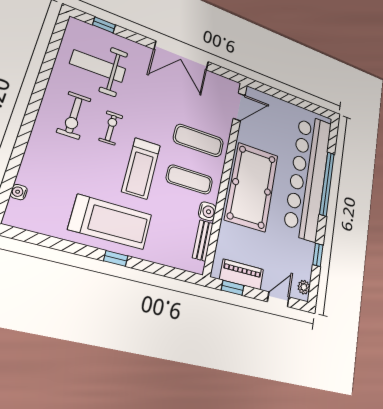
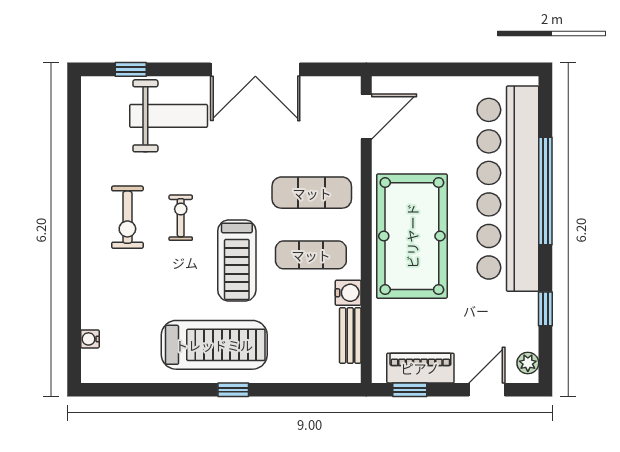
weight bench: (98, 66) -> (169, 116), moved, turned 180

